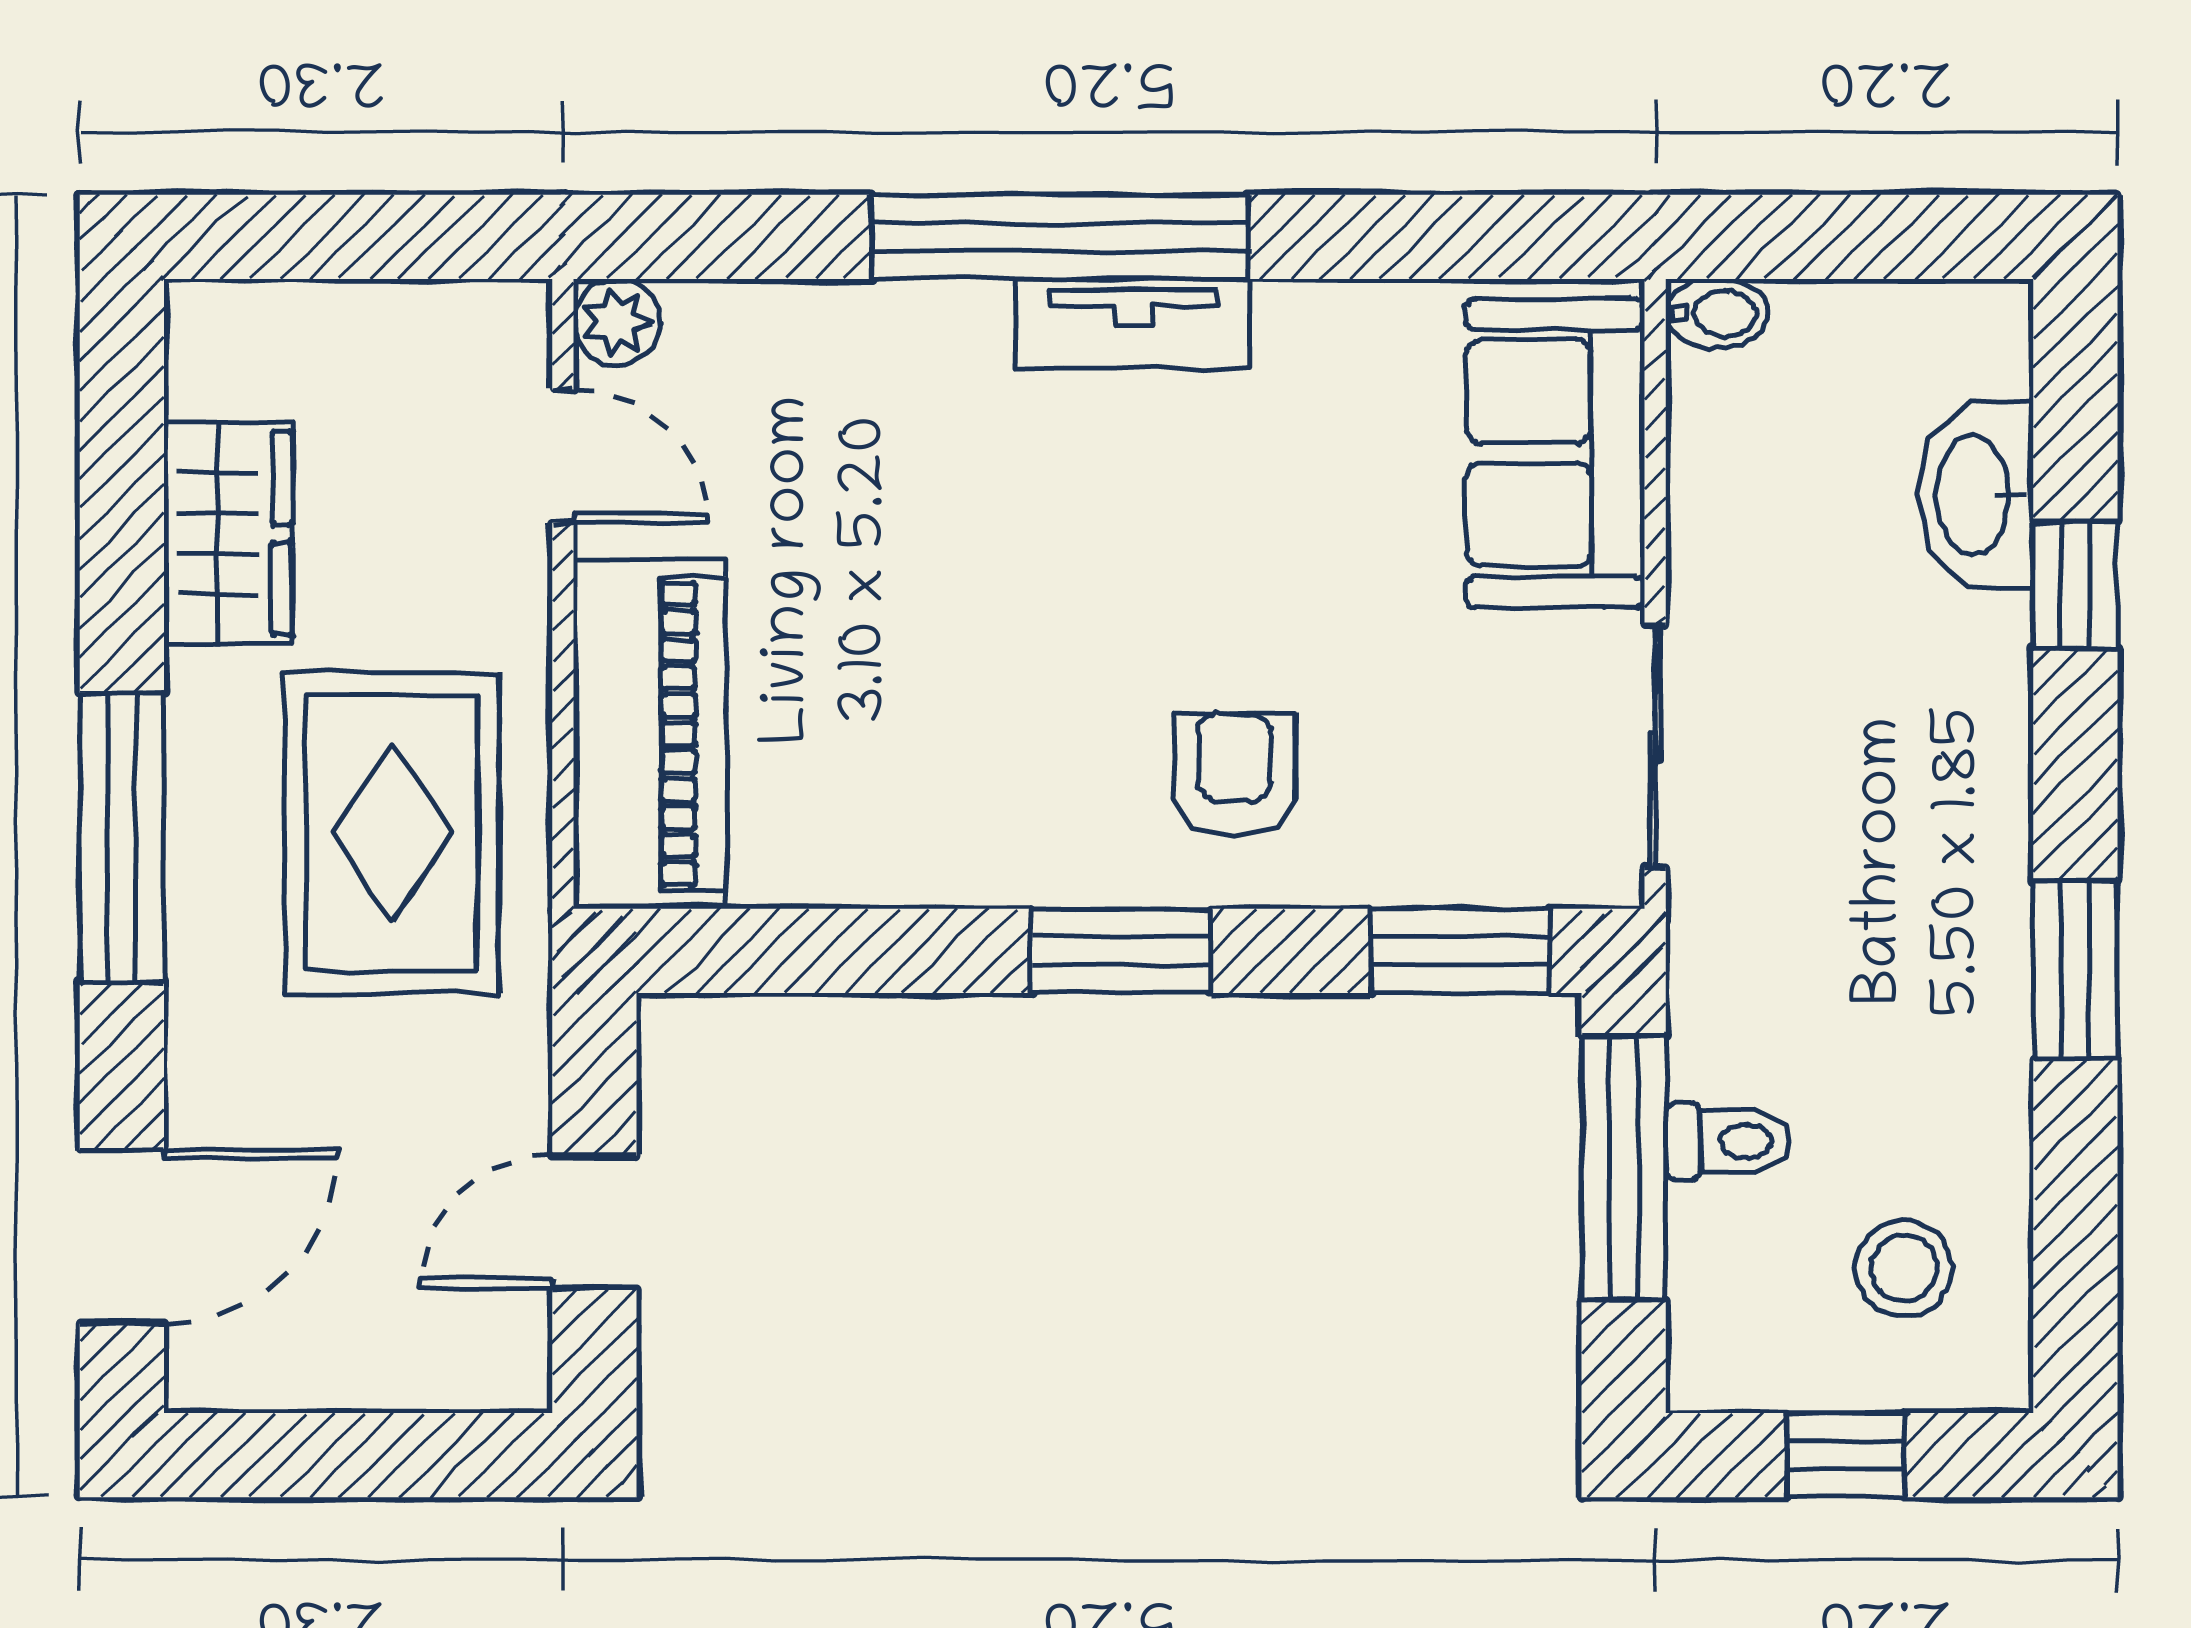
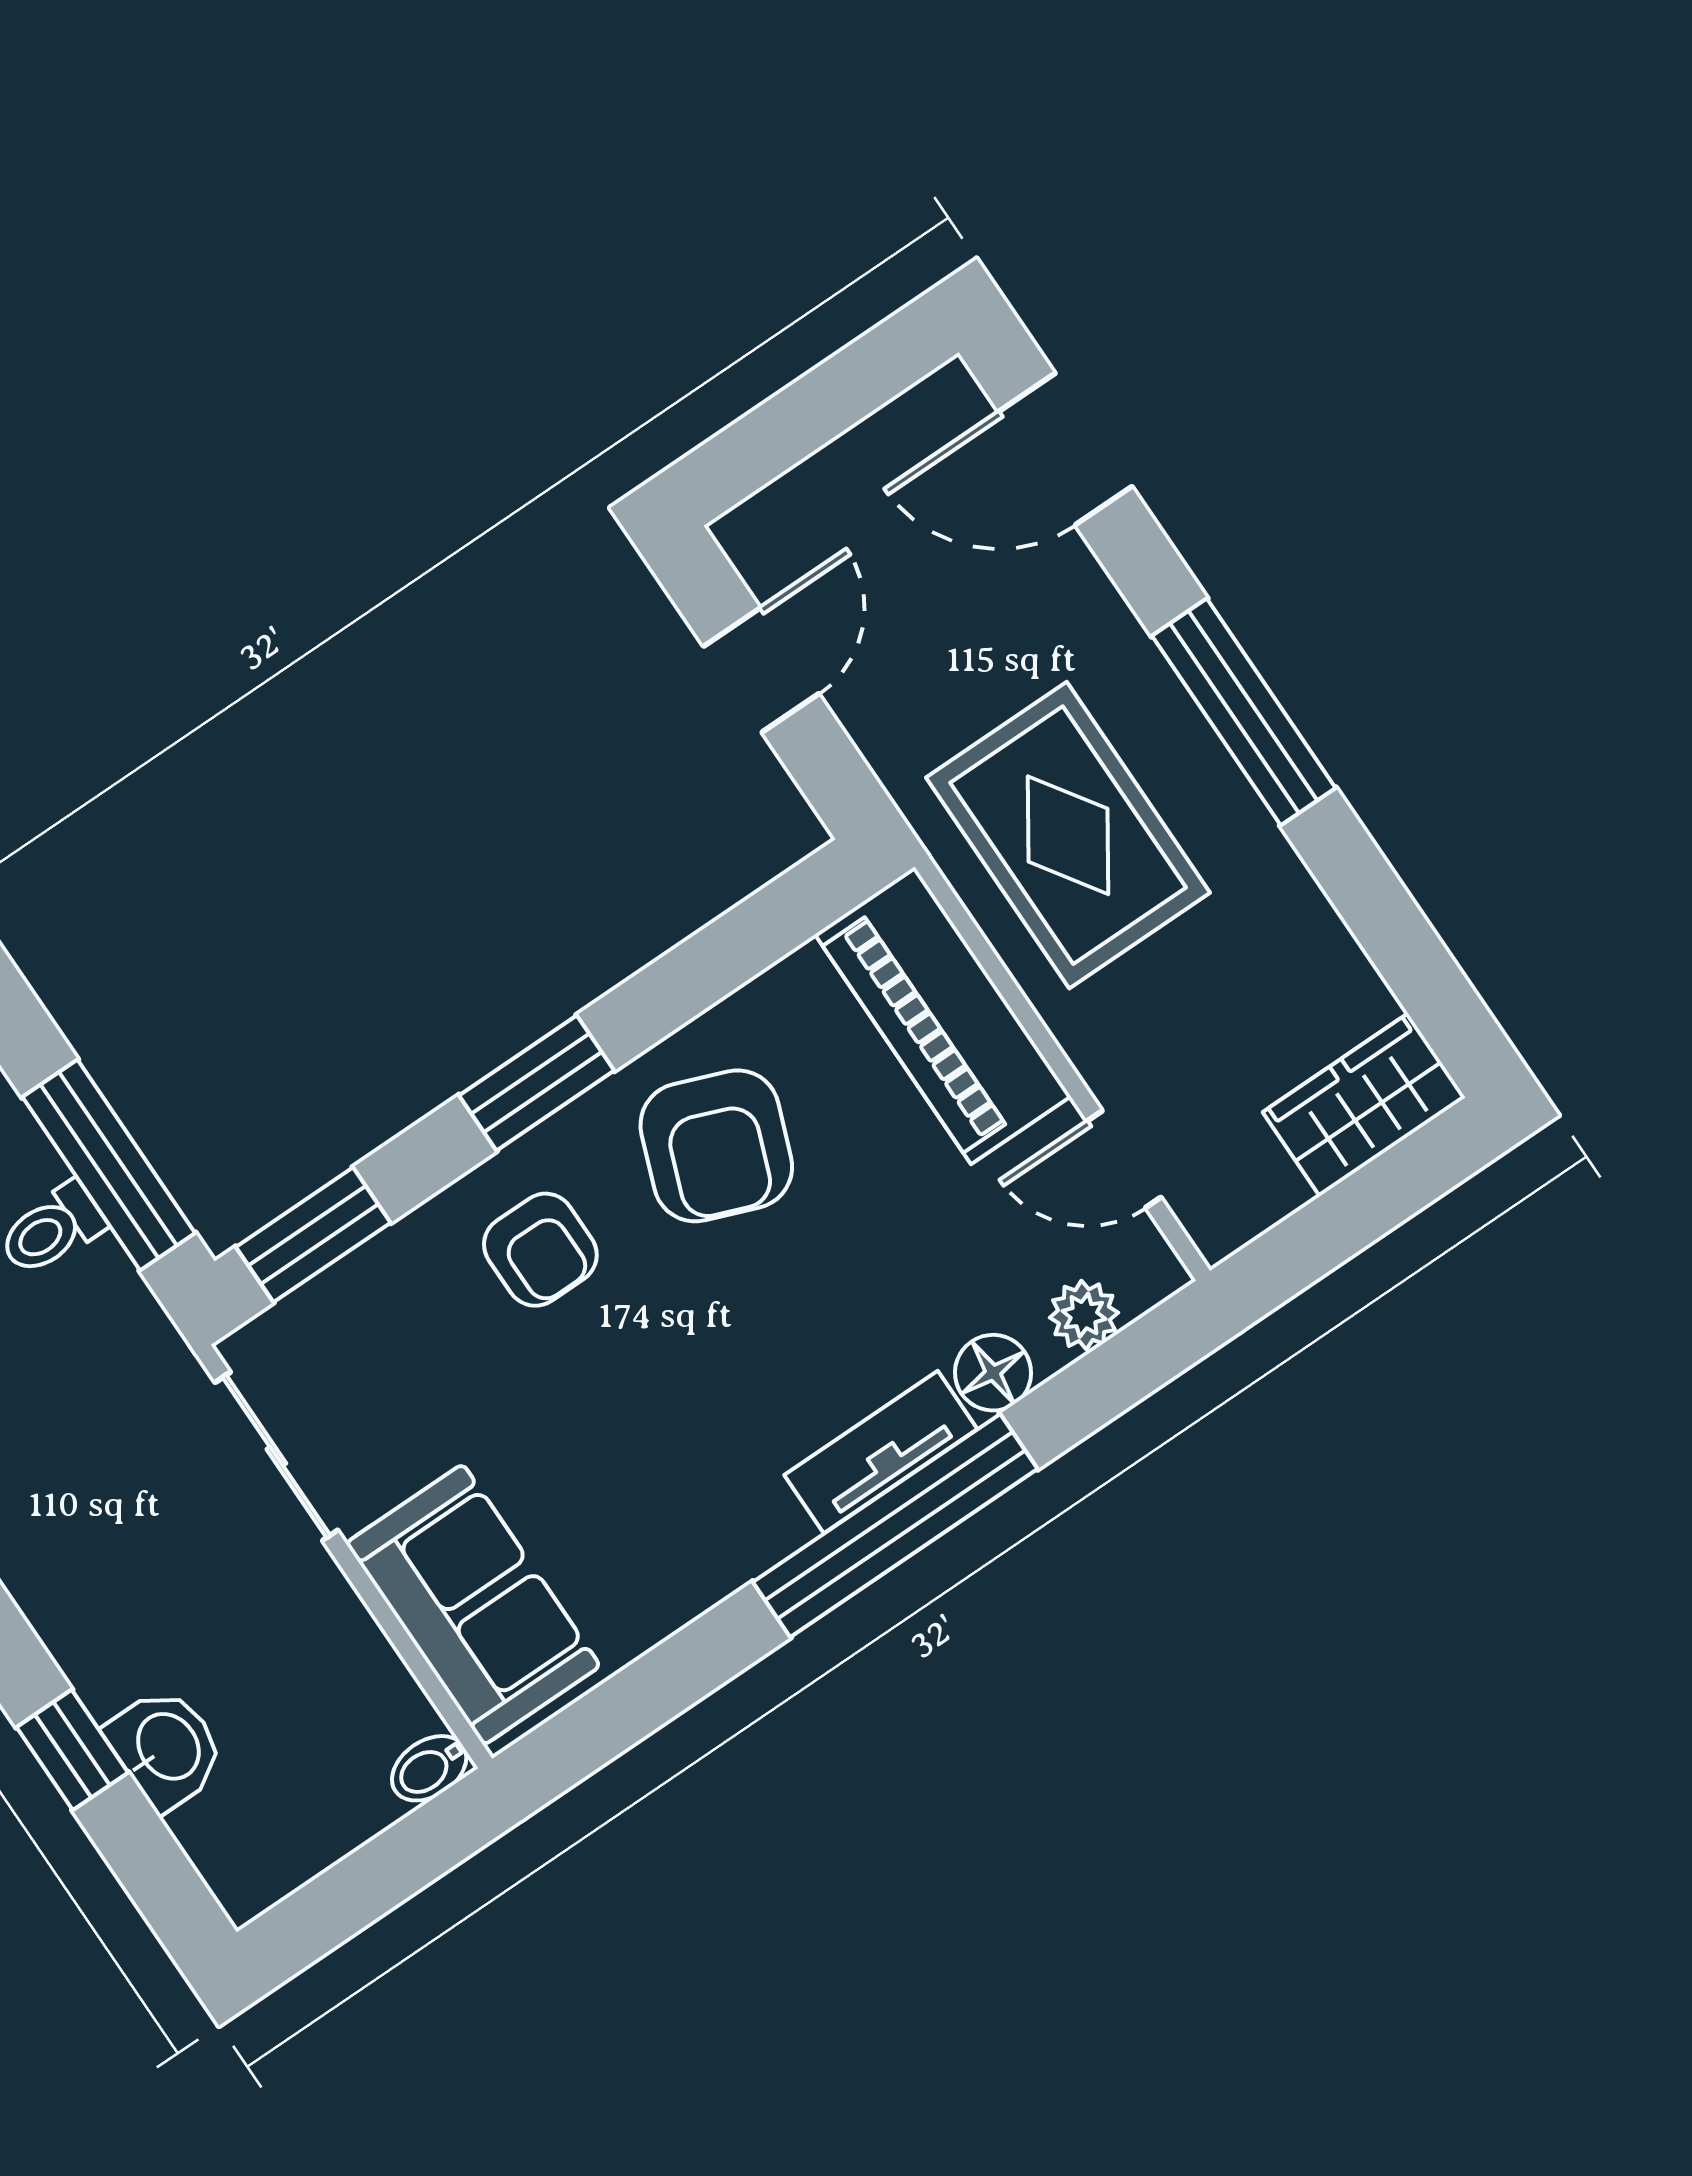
plant: (617, 322) -> (1084, 1315), moved
tv unit: (1133, 323) -> (881, 1452), moved
floor lamp: (850, 327) -> (993, 1373), added
washbasin: (1976, 495) -> (166, 1748), width x0.72
wardrobe: (228, 533) -> (1364, 1105), moved, turned 90
armchair: (978, 758) -> (716, 1146), added
door: (122, 1237) -> (1065, 449), hinge flipped

